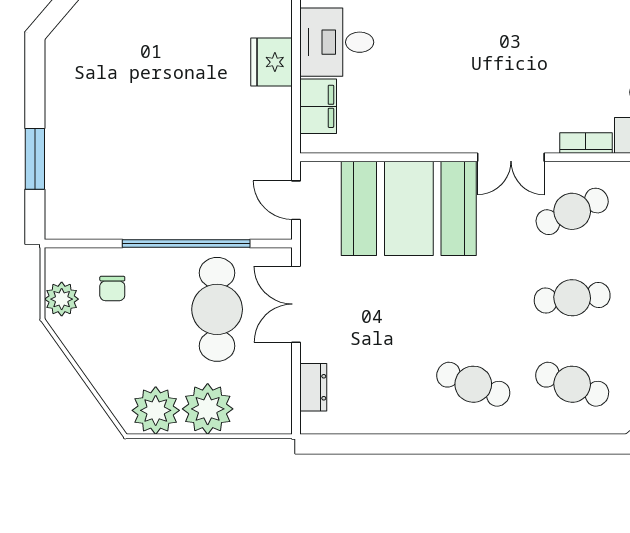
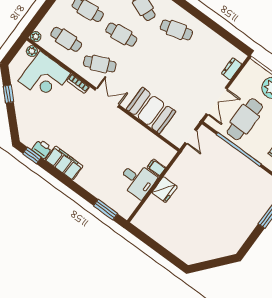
filing cabinet: (318, 106) -> (156, 168), width x0.50
booth: (409, 208) -> (151, 110), width x0.73, depth x0.70
cafe table: (473, 384) -> (176, 30), turned -36

